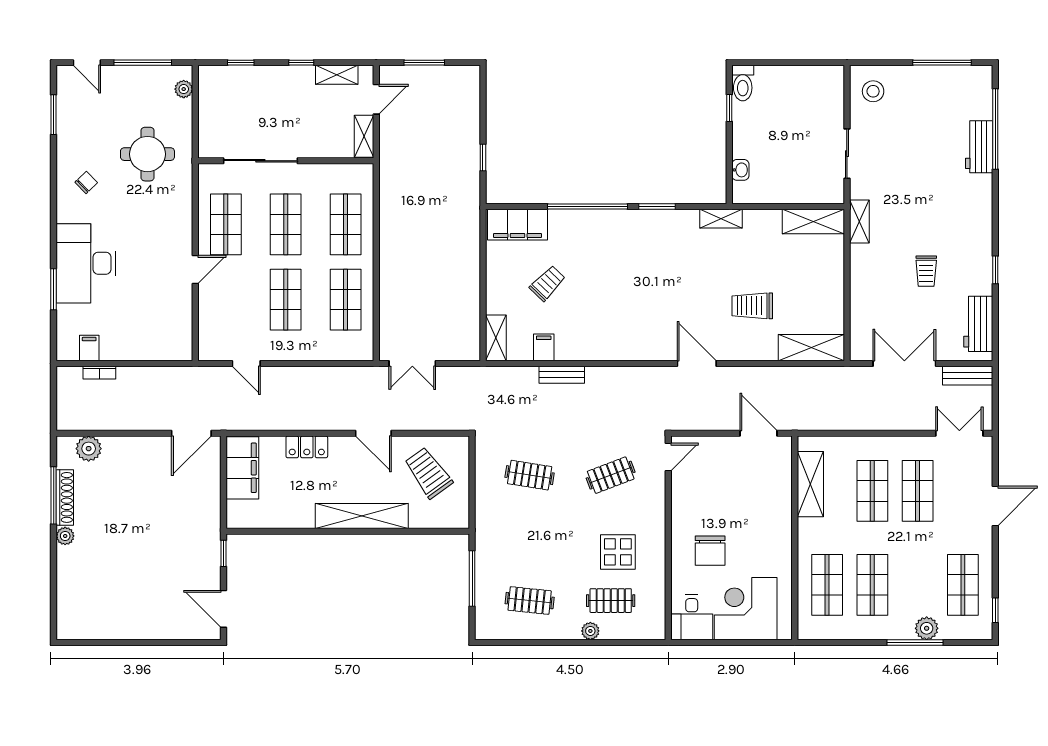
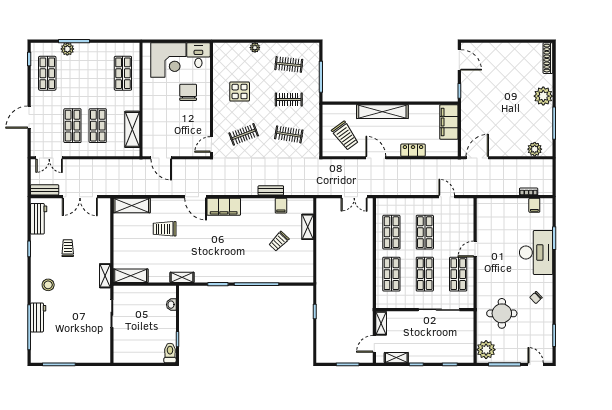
plant: (184, 89) -> (486, 350), width x1.88, depth x1.88
stool: (873, 91) -> (48, 285), moved
filing cabinet: (517, 225) -> (224, 207), moved, turned 180
trolley: (752, 306) -> (165, 229), turned 180
shelving: (496, 338) -> (308, 227), moved
double door: (412, 363) -> (354, 197), swing flipped
filing cabinet: (242, 468) -> (449, 122), moved
shoe rack: (65, 497) -> (548, 58), moved
plant: (65, 536) -> (543, 96), width x1.88, depth x1.88
shop shelf: (872, 585) -> (98, 73), removed
clothes rail: (611, 601) -> (289, 99), moved

